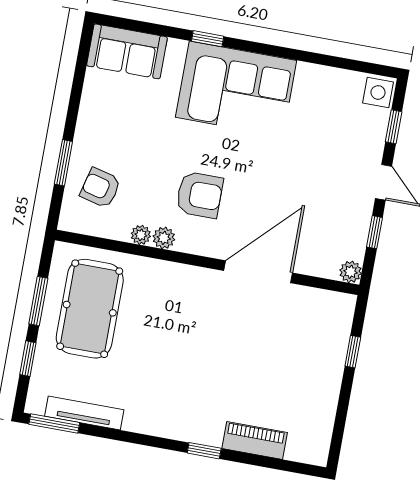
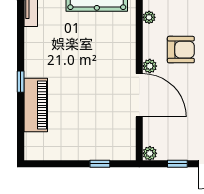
armchair: (200, 195) -> (181, 50), turned -90
plant: (164, 238) -> (150, 66), moved
piano: (255, 440) -> (36, 105), width x1.37, depth x1.33

